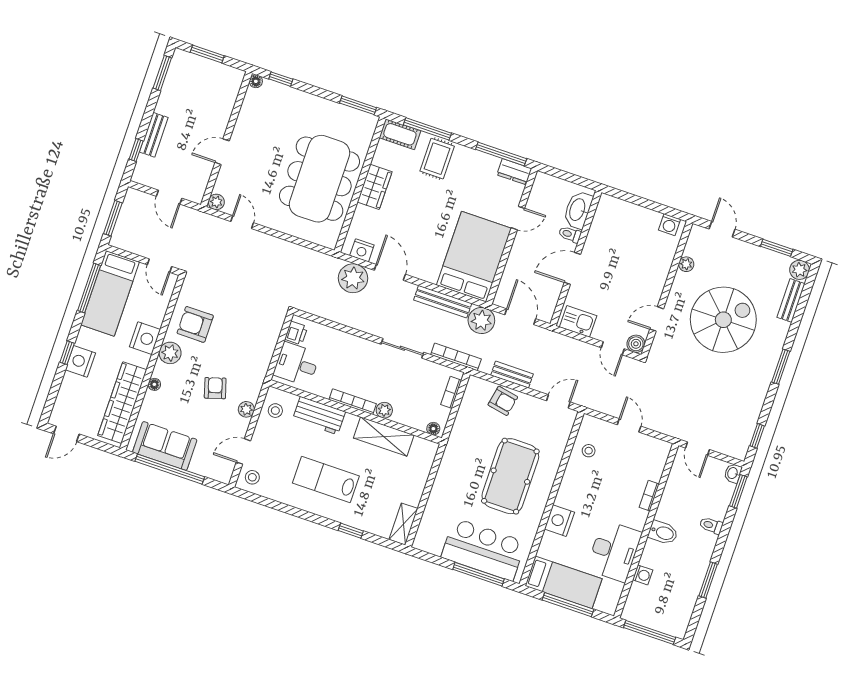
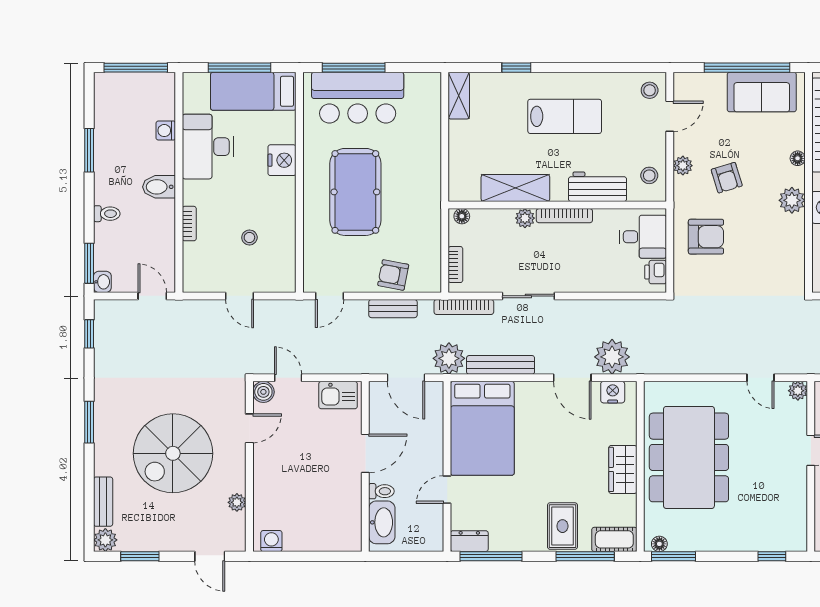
floor lamp: (256, 81) -> (659, 544), moved
armchair: (195, 324) -> (706, 237), moved
stool: (589, 451) -> (249, 238), moved

